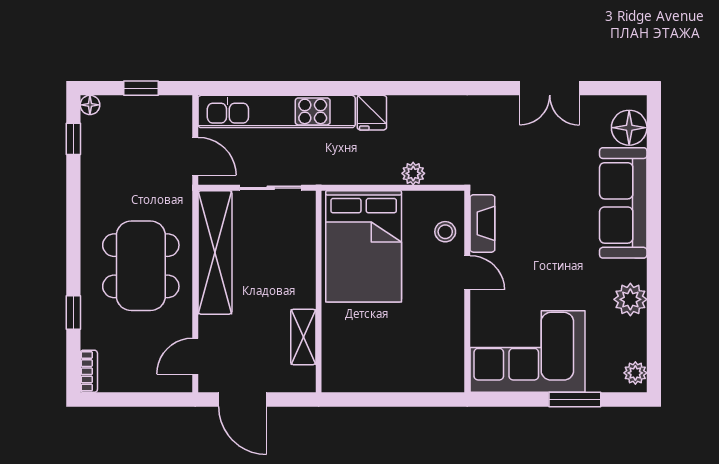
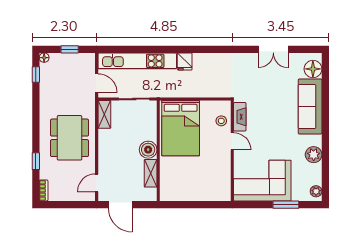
plant: (413, 173) -> (205, 92), removed
shelving: (215, 252) -> (104, 114), width x0.45, depth x0.75
boiler: (298, 290) -> (148, 150), added

